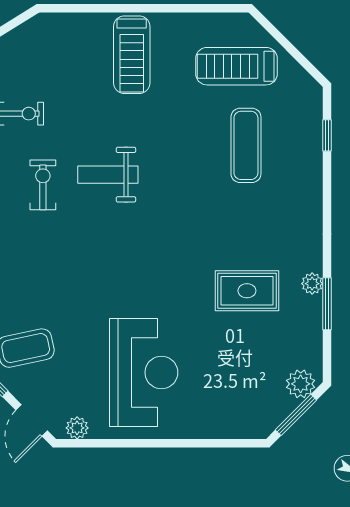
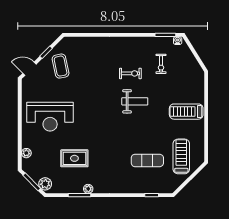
weight bench: (108, 175) -> (135, 101), turned 90
rug: (247, 291) -> (74, 158), moved, turned 90
plant: (77, 428) -> (26, 153), moved

